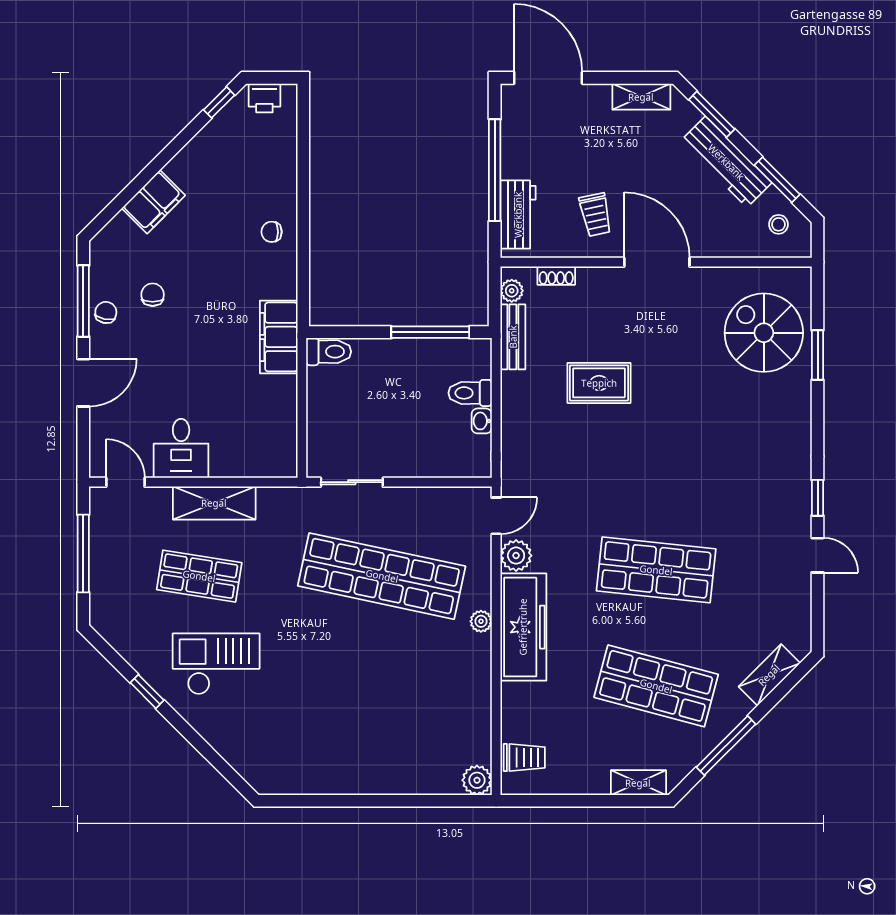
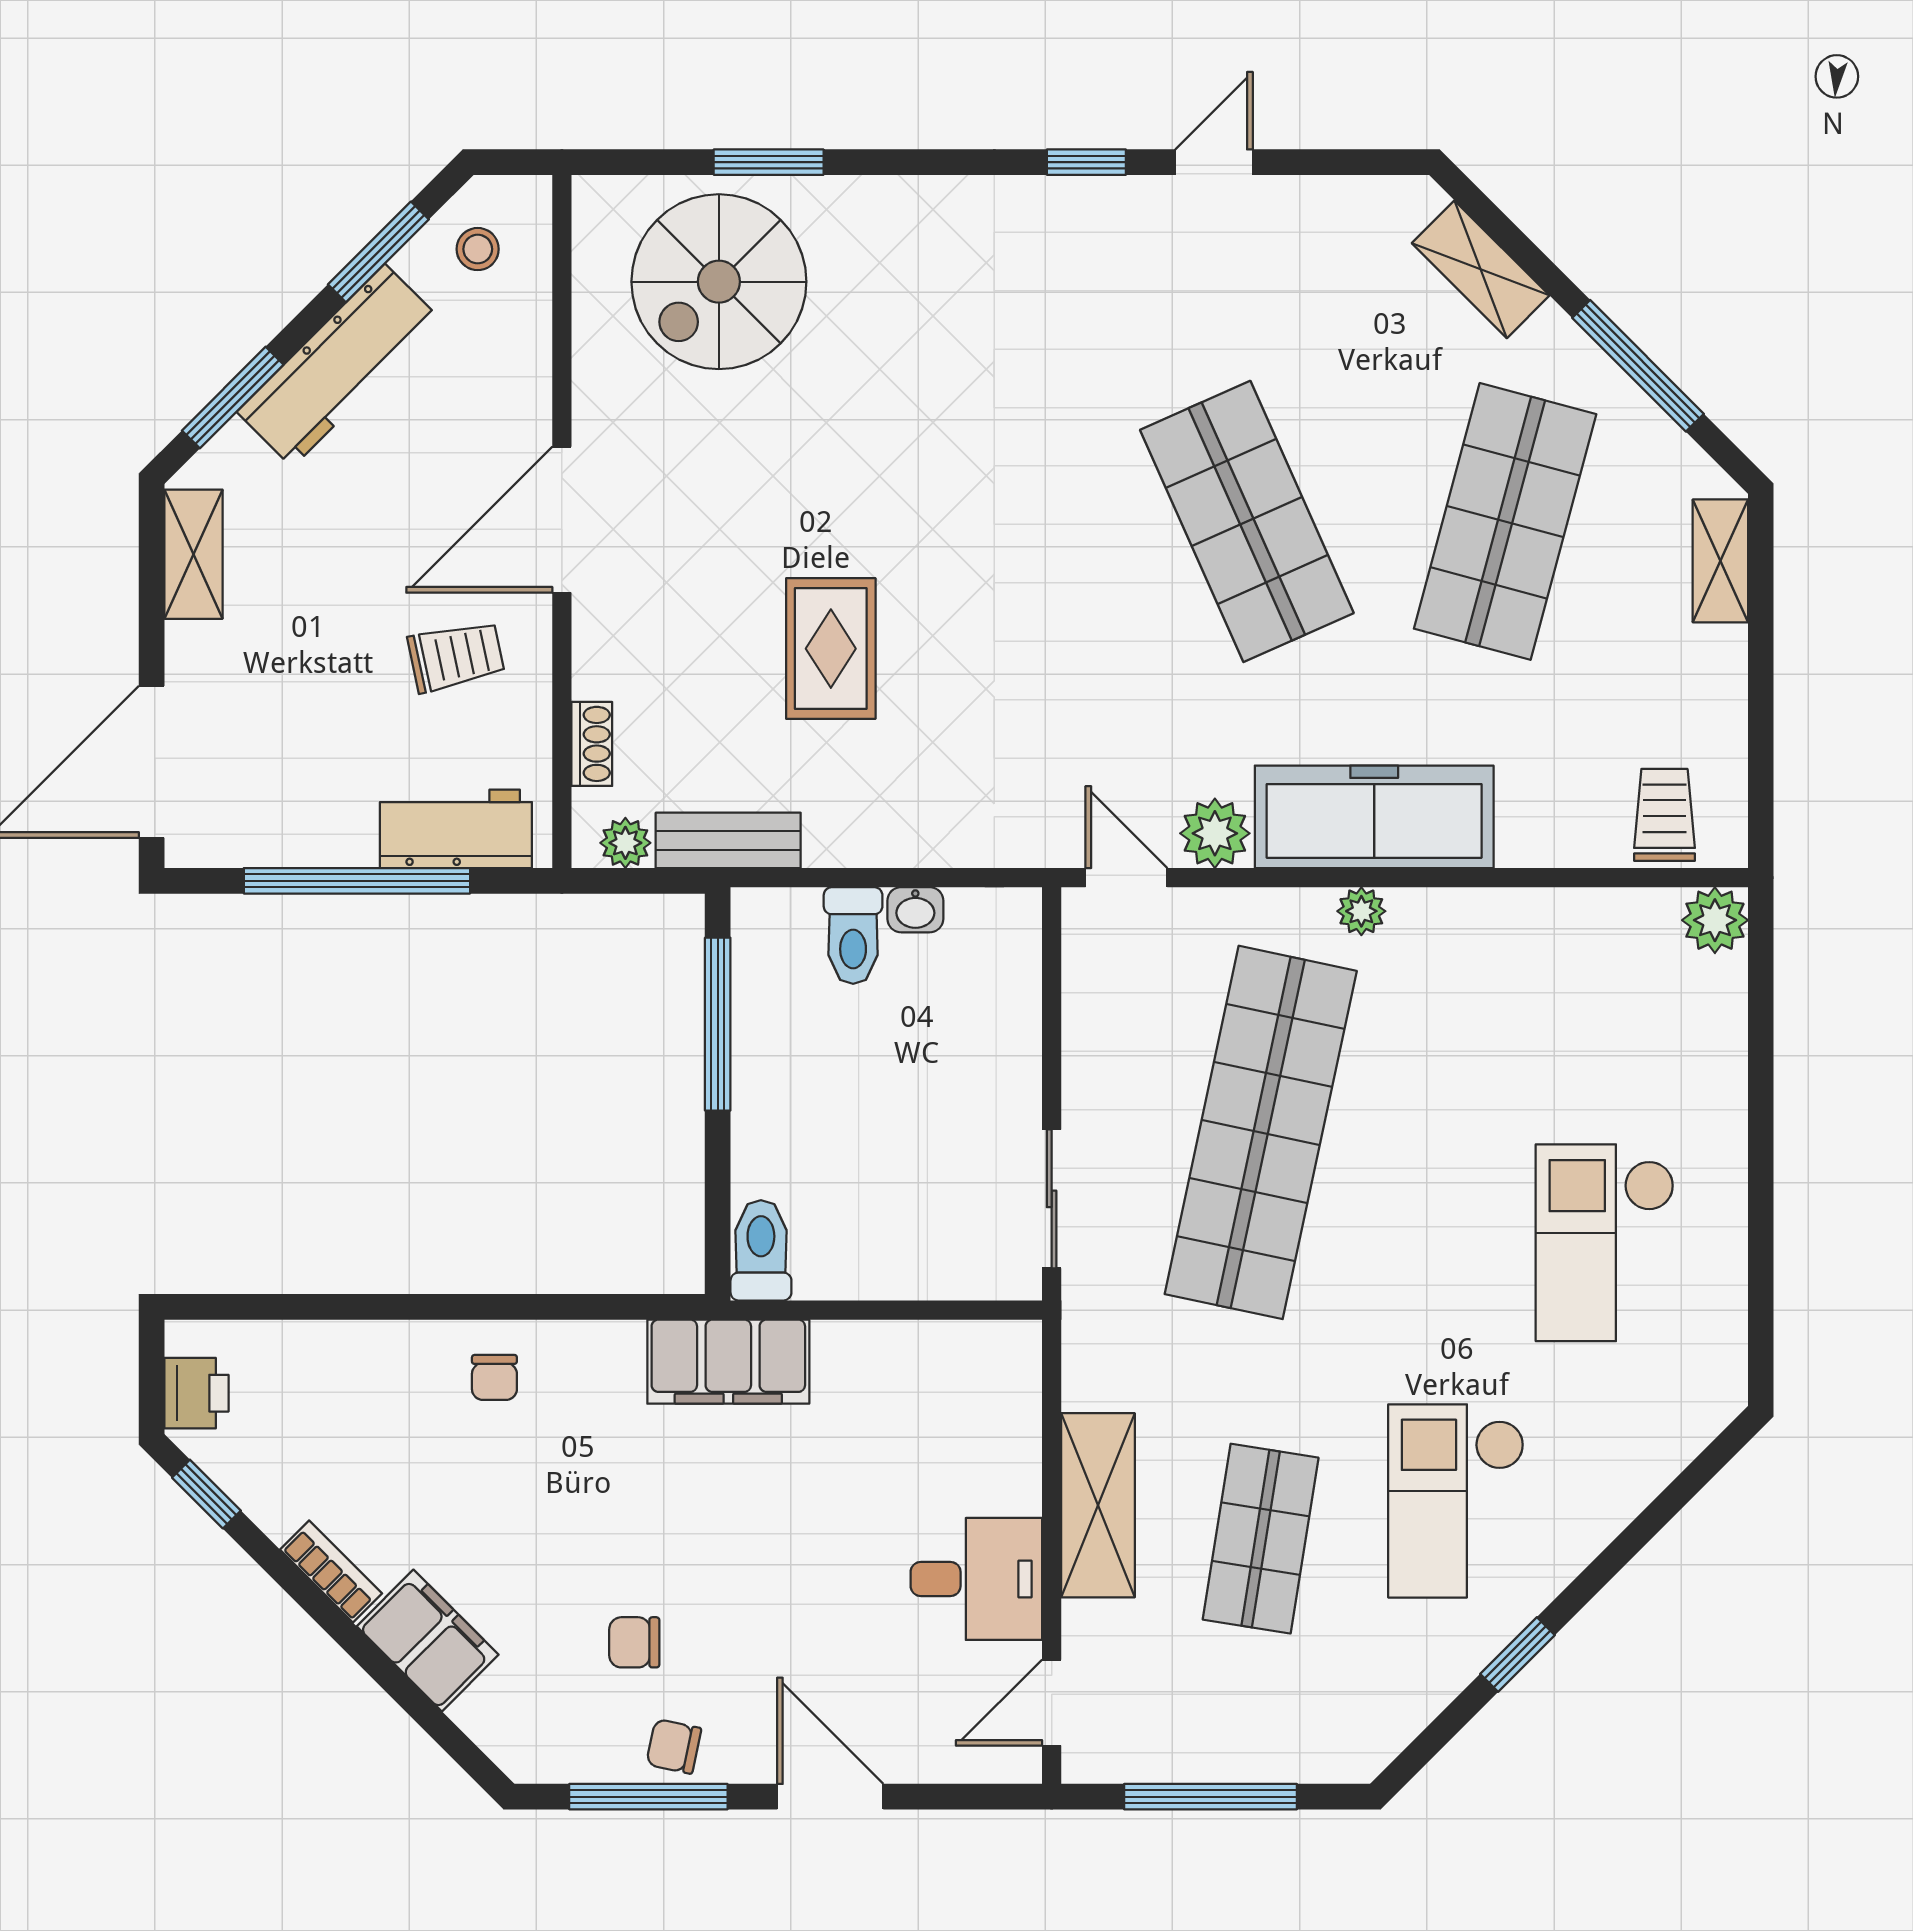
bookcase: (184, 158) -> (331, 1572), added
shop shelf: (656, 570) -> (1247, 521), turned -30
checkout: (332, 731) -> (1605, 1243), added

